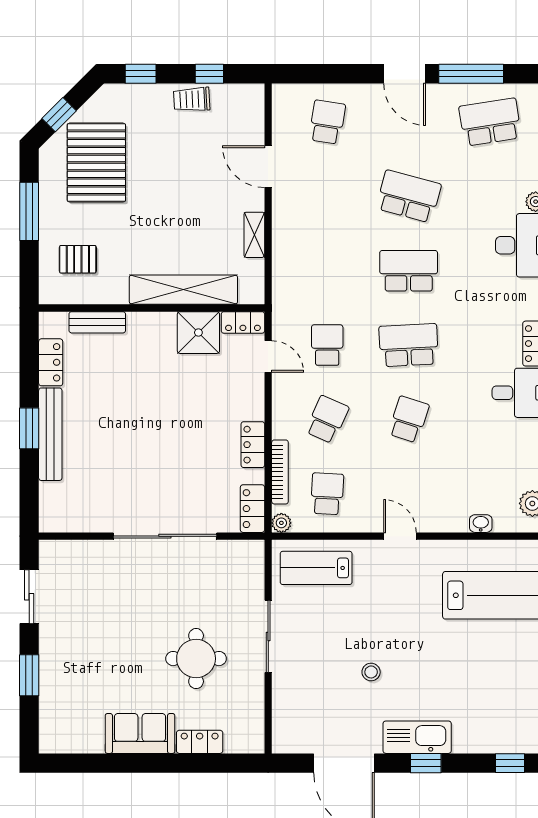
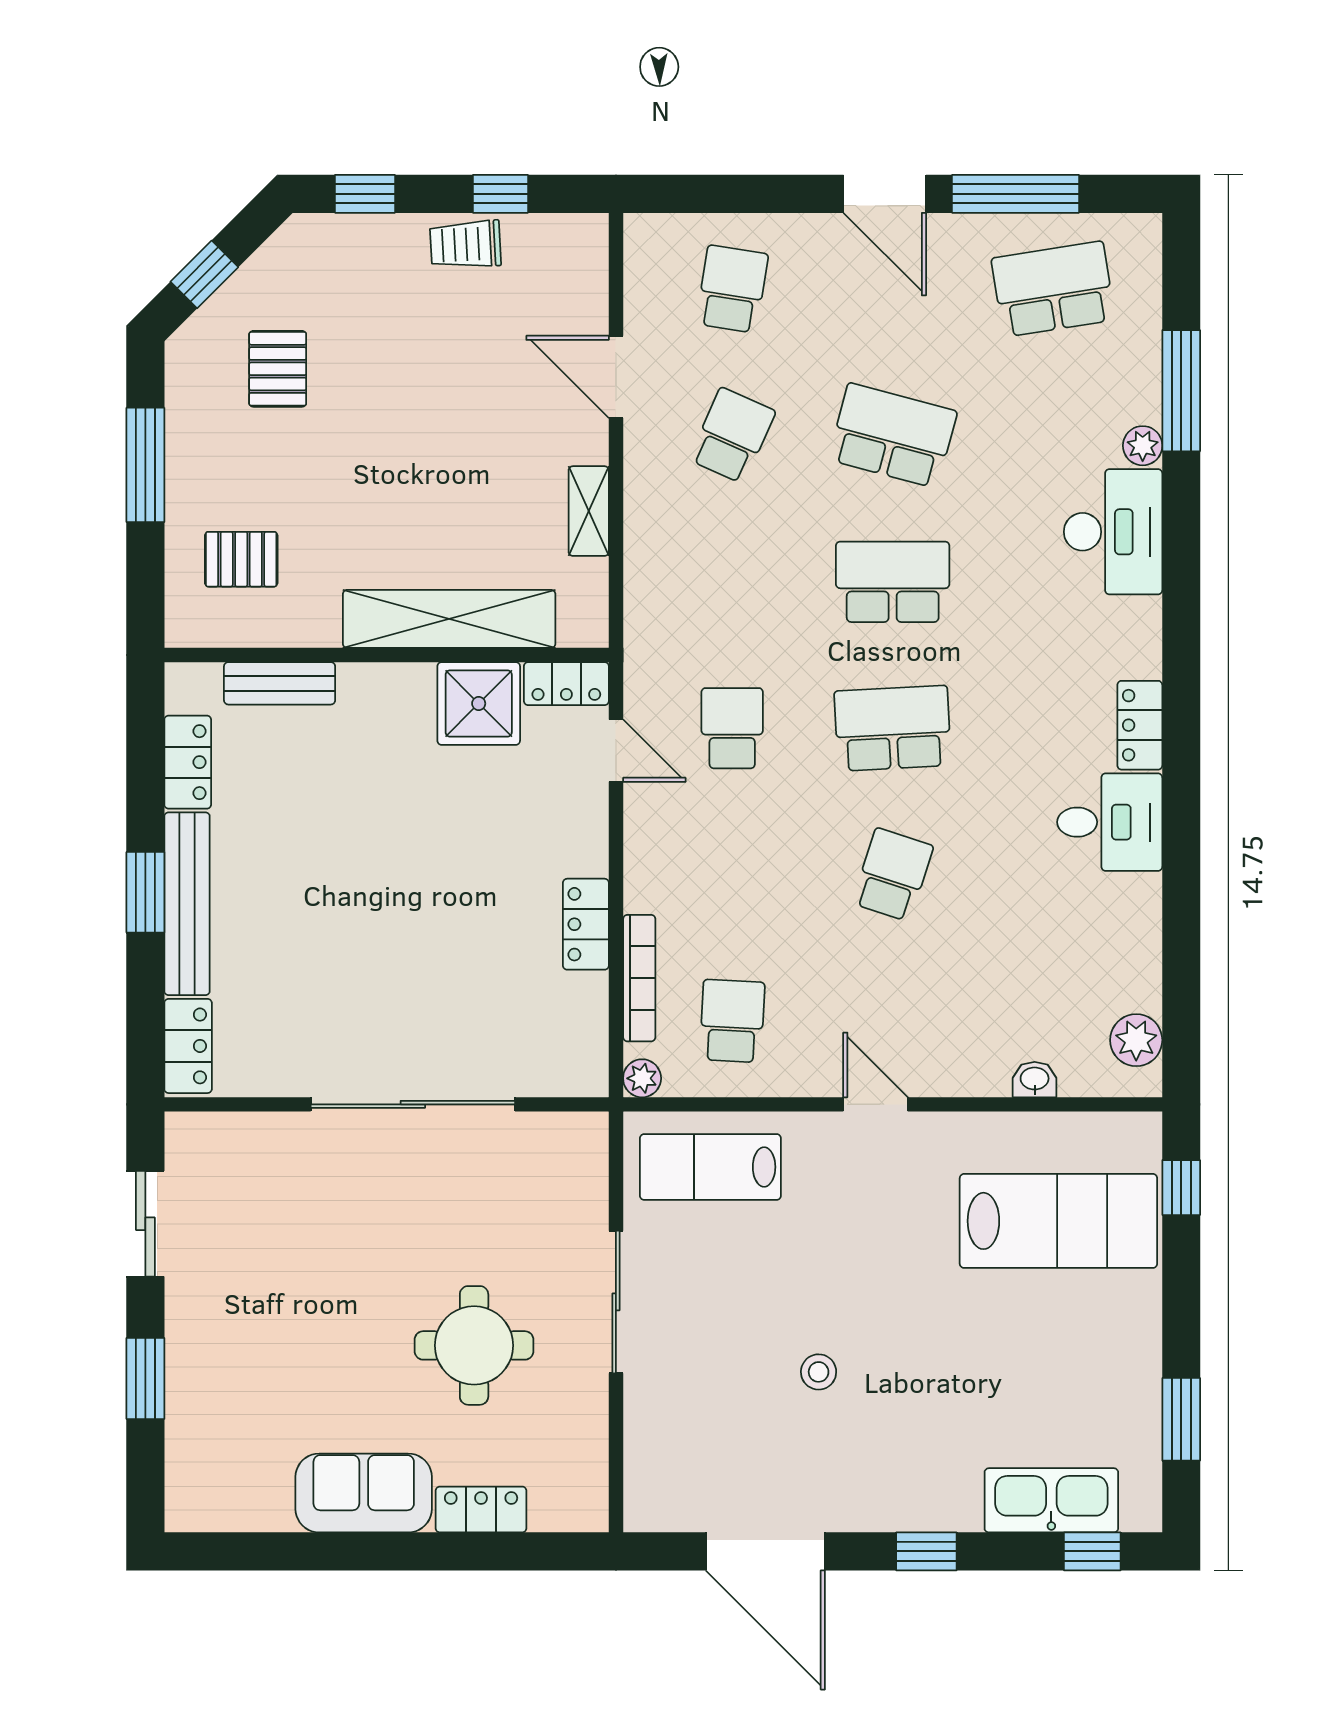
pallet: (96, 163) -> (278, 369), width x0.49, depth x0.50
school desk: (327, 419) -> (732, 435), moved
locker: (252, 509) -> (188, 1046), moved, turned 180
kitchen sink: (417, 737) -> (1051, 1500), moved

